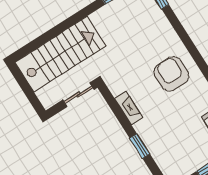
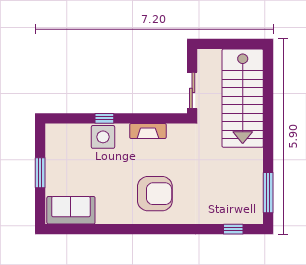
side table: (154, 138) -> (103, 137), added
window: (140, 146) -> (104, 118), width x0.67

